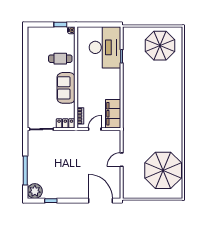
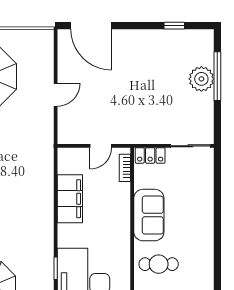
filing cabinet: (113, 114) -> (70, 199), moved
plant: (35, 191) -> (201, 79), moved

